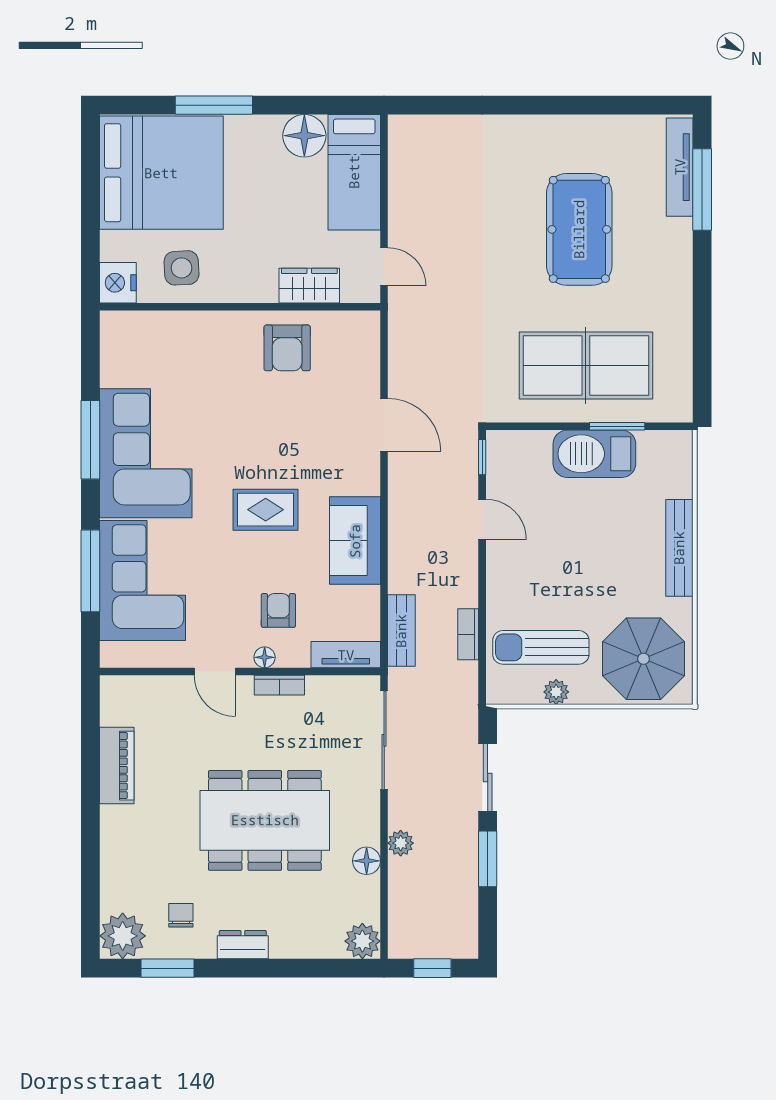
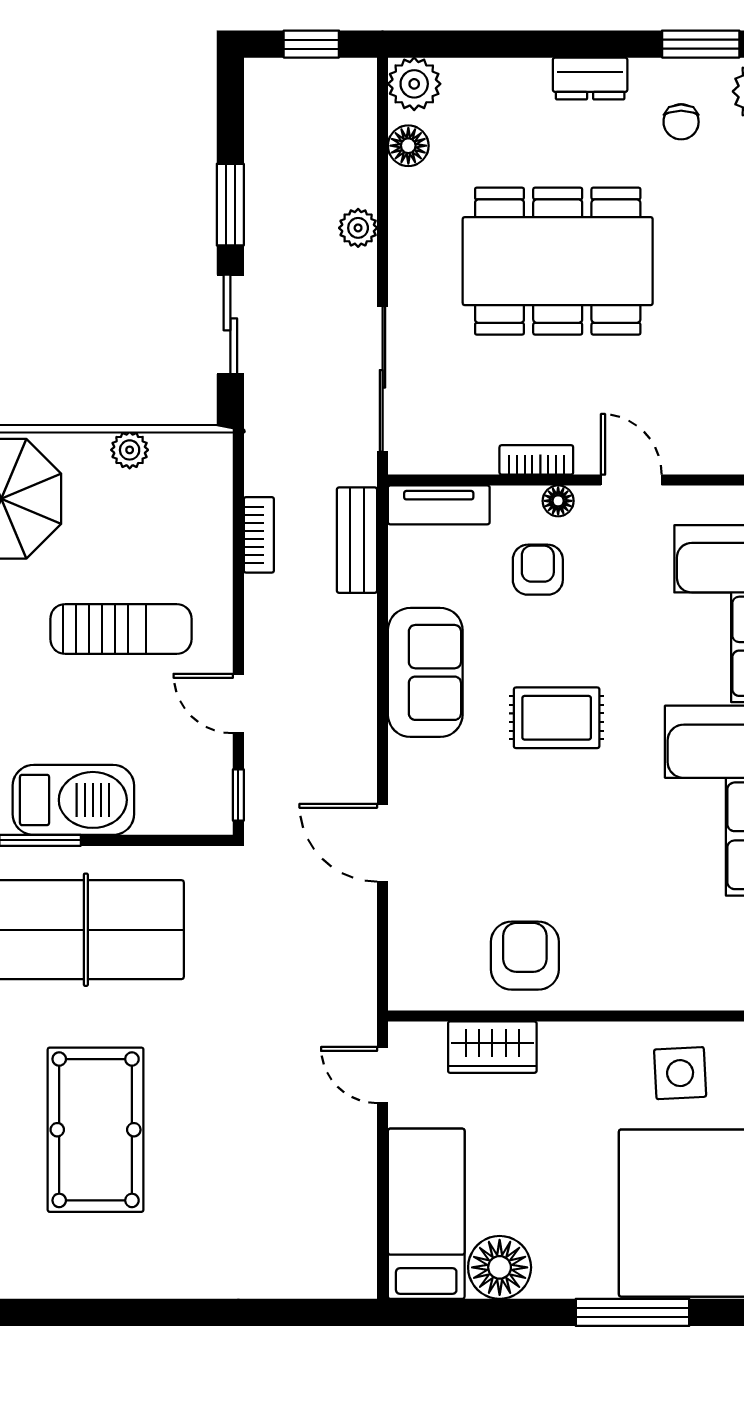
armchair: (278, 610) -> (538, 570), turned 180
sun lounger: (541, 647) -> (121, 629), moved
floor lamp: (367, 861) -> (408, 146), moved

